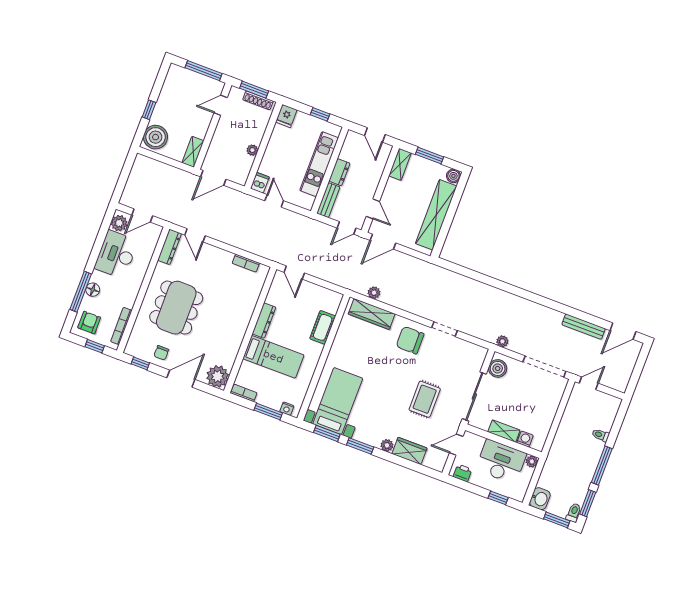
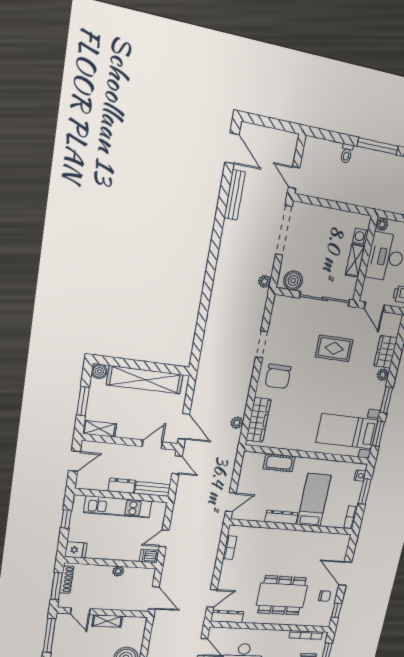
shelving: (193, 152) -> (107, 621), moved
plant: (218, 376) -> (339, 543), removed

